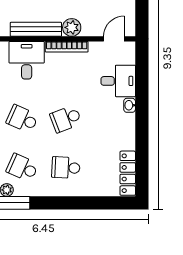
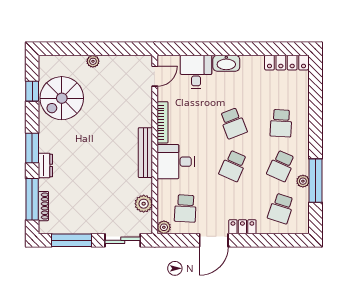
plant: (72, 27) -> (144, 117), removed
door: (114, 39) -> (155, 76), swing flipped
washbasin: (130, 105) -> (226, 63), width x1.91, depth x1.45

